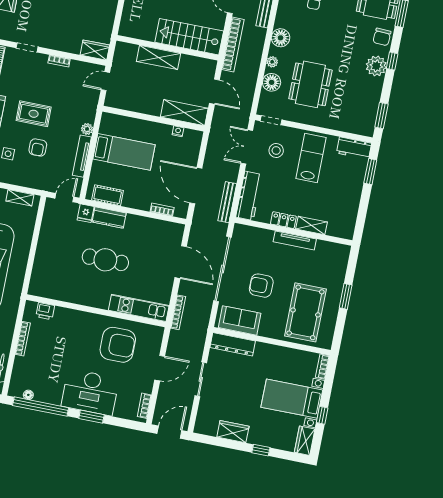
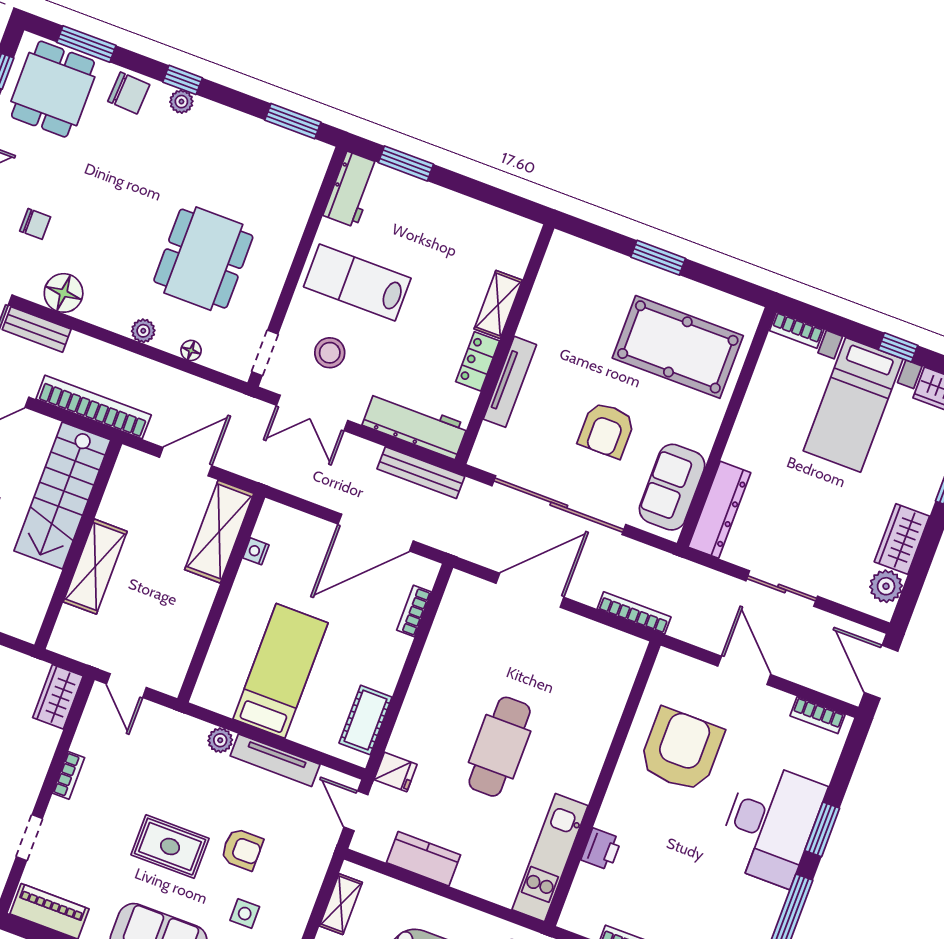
floor lamp: (281, 38) -> (64, 293), moved
plant: (376, 66) -> (181, 102), width x0.53, depth x0.53
floor lamp: (272, 82) -> (191, 350), width x0.53, depth x0.53
dining table: (310, 84) -> (203, 259), turned 90
rug: (34, 114) -> (170, 847), turned 90
kitchen counter: (109, 217) -> (423, 859), moved, turned -90
tv unit: (295, 240) -> (510, 382), moved
kitchen unit: (139, 308) -> (550, 858), moved
printer: (45, 311) -> (601, 849), moved
plant: (210, 428) -> (886, 586), added

